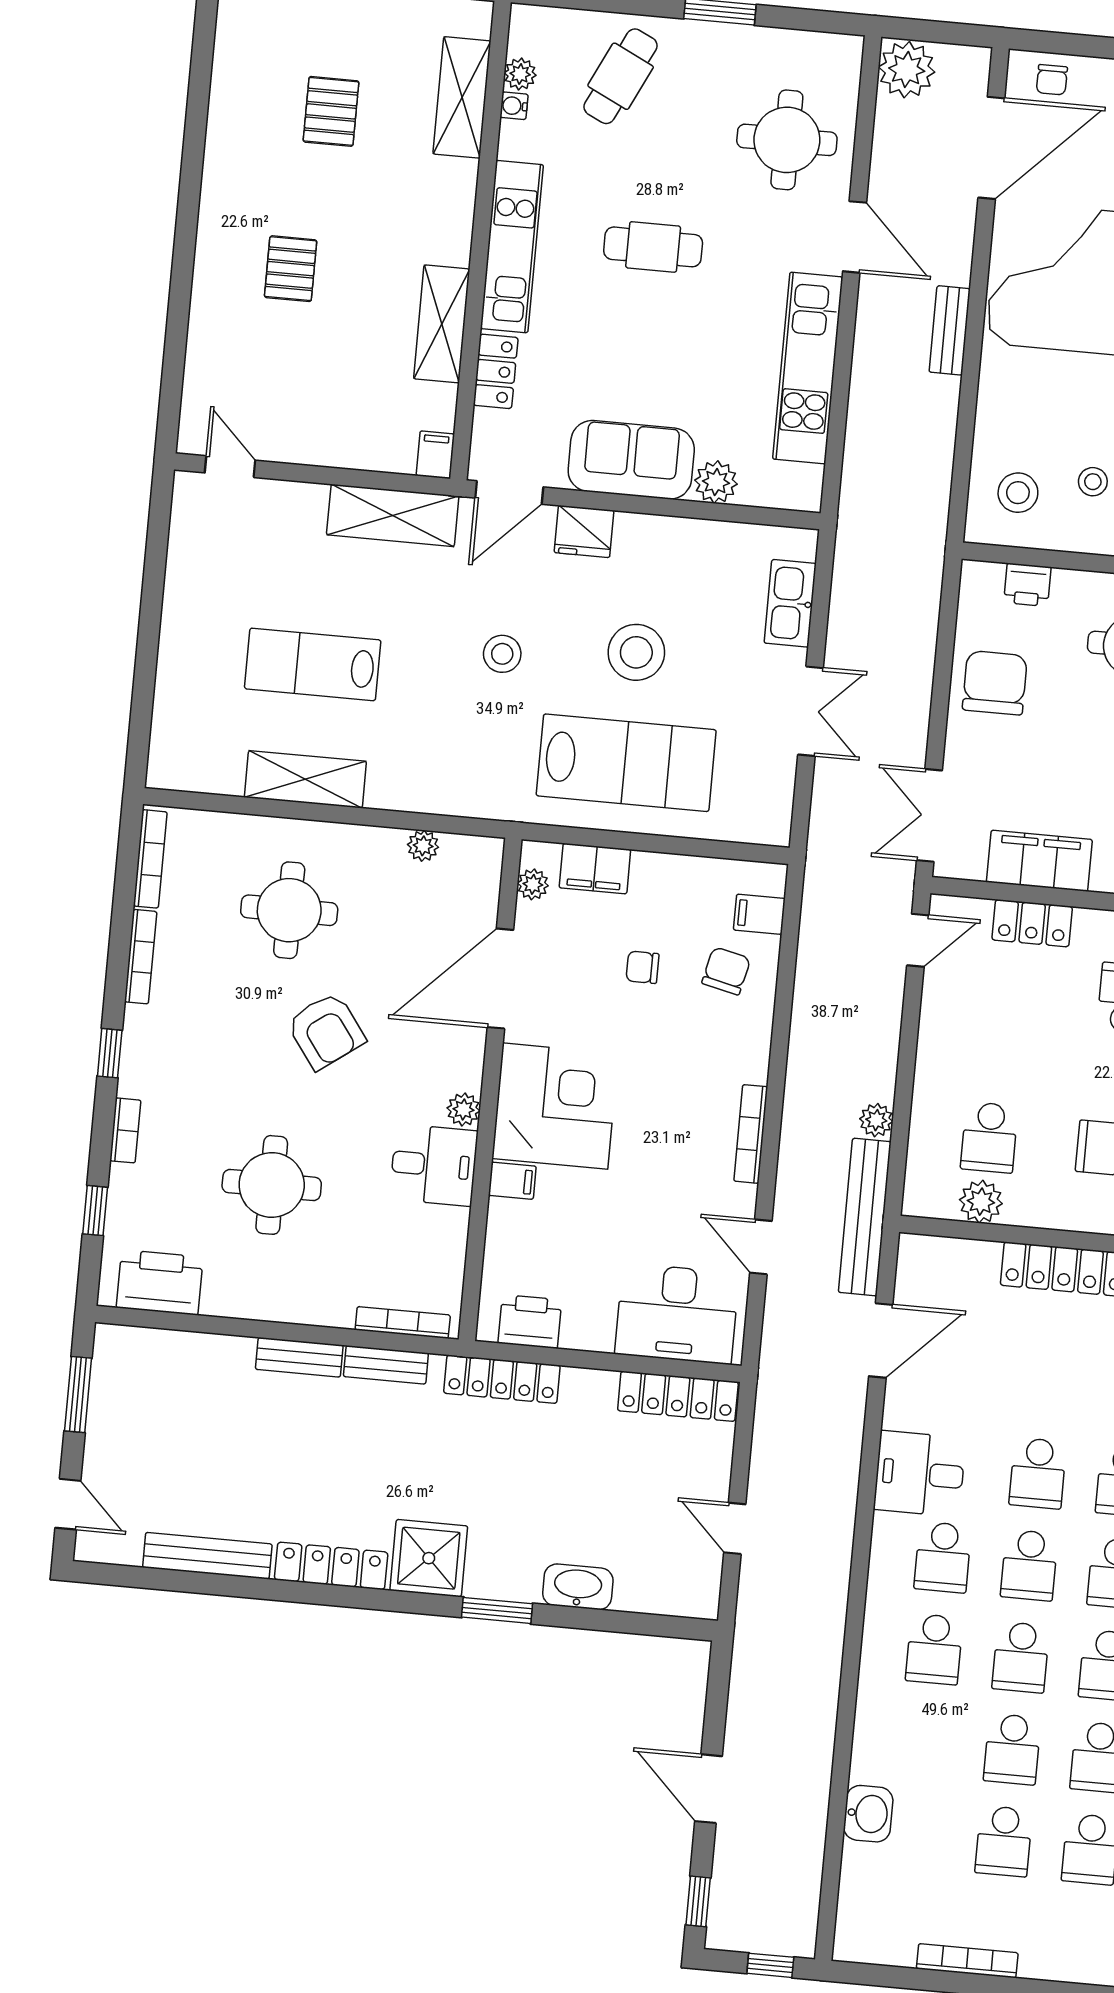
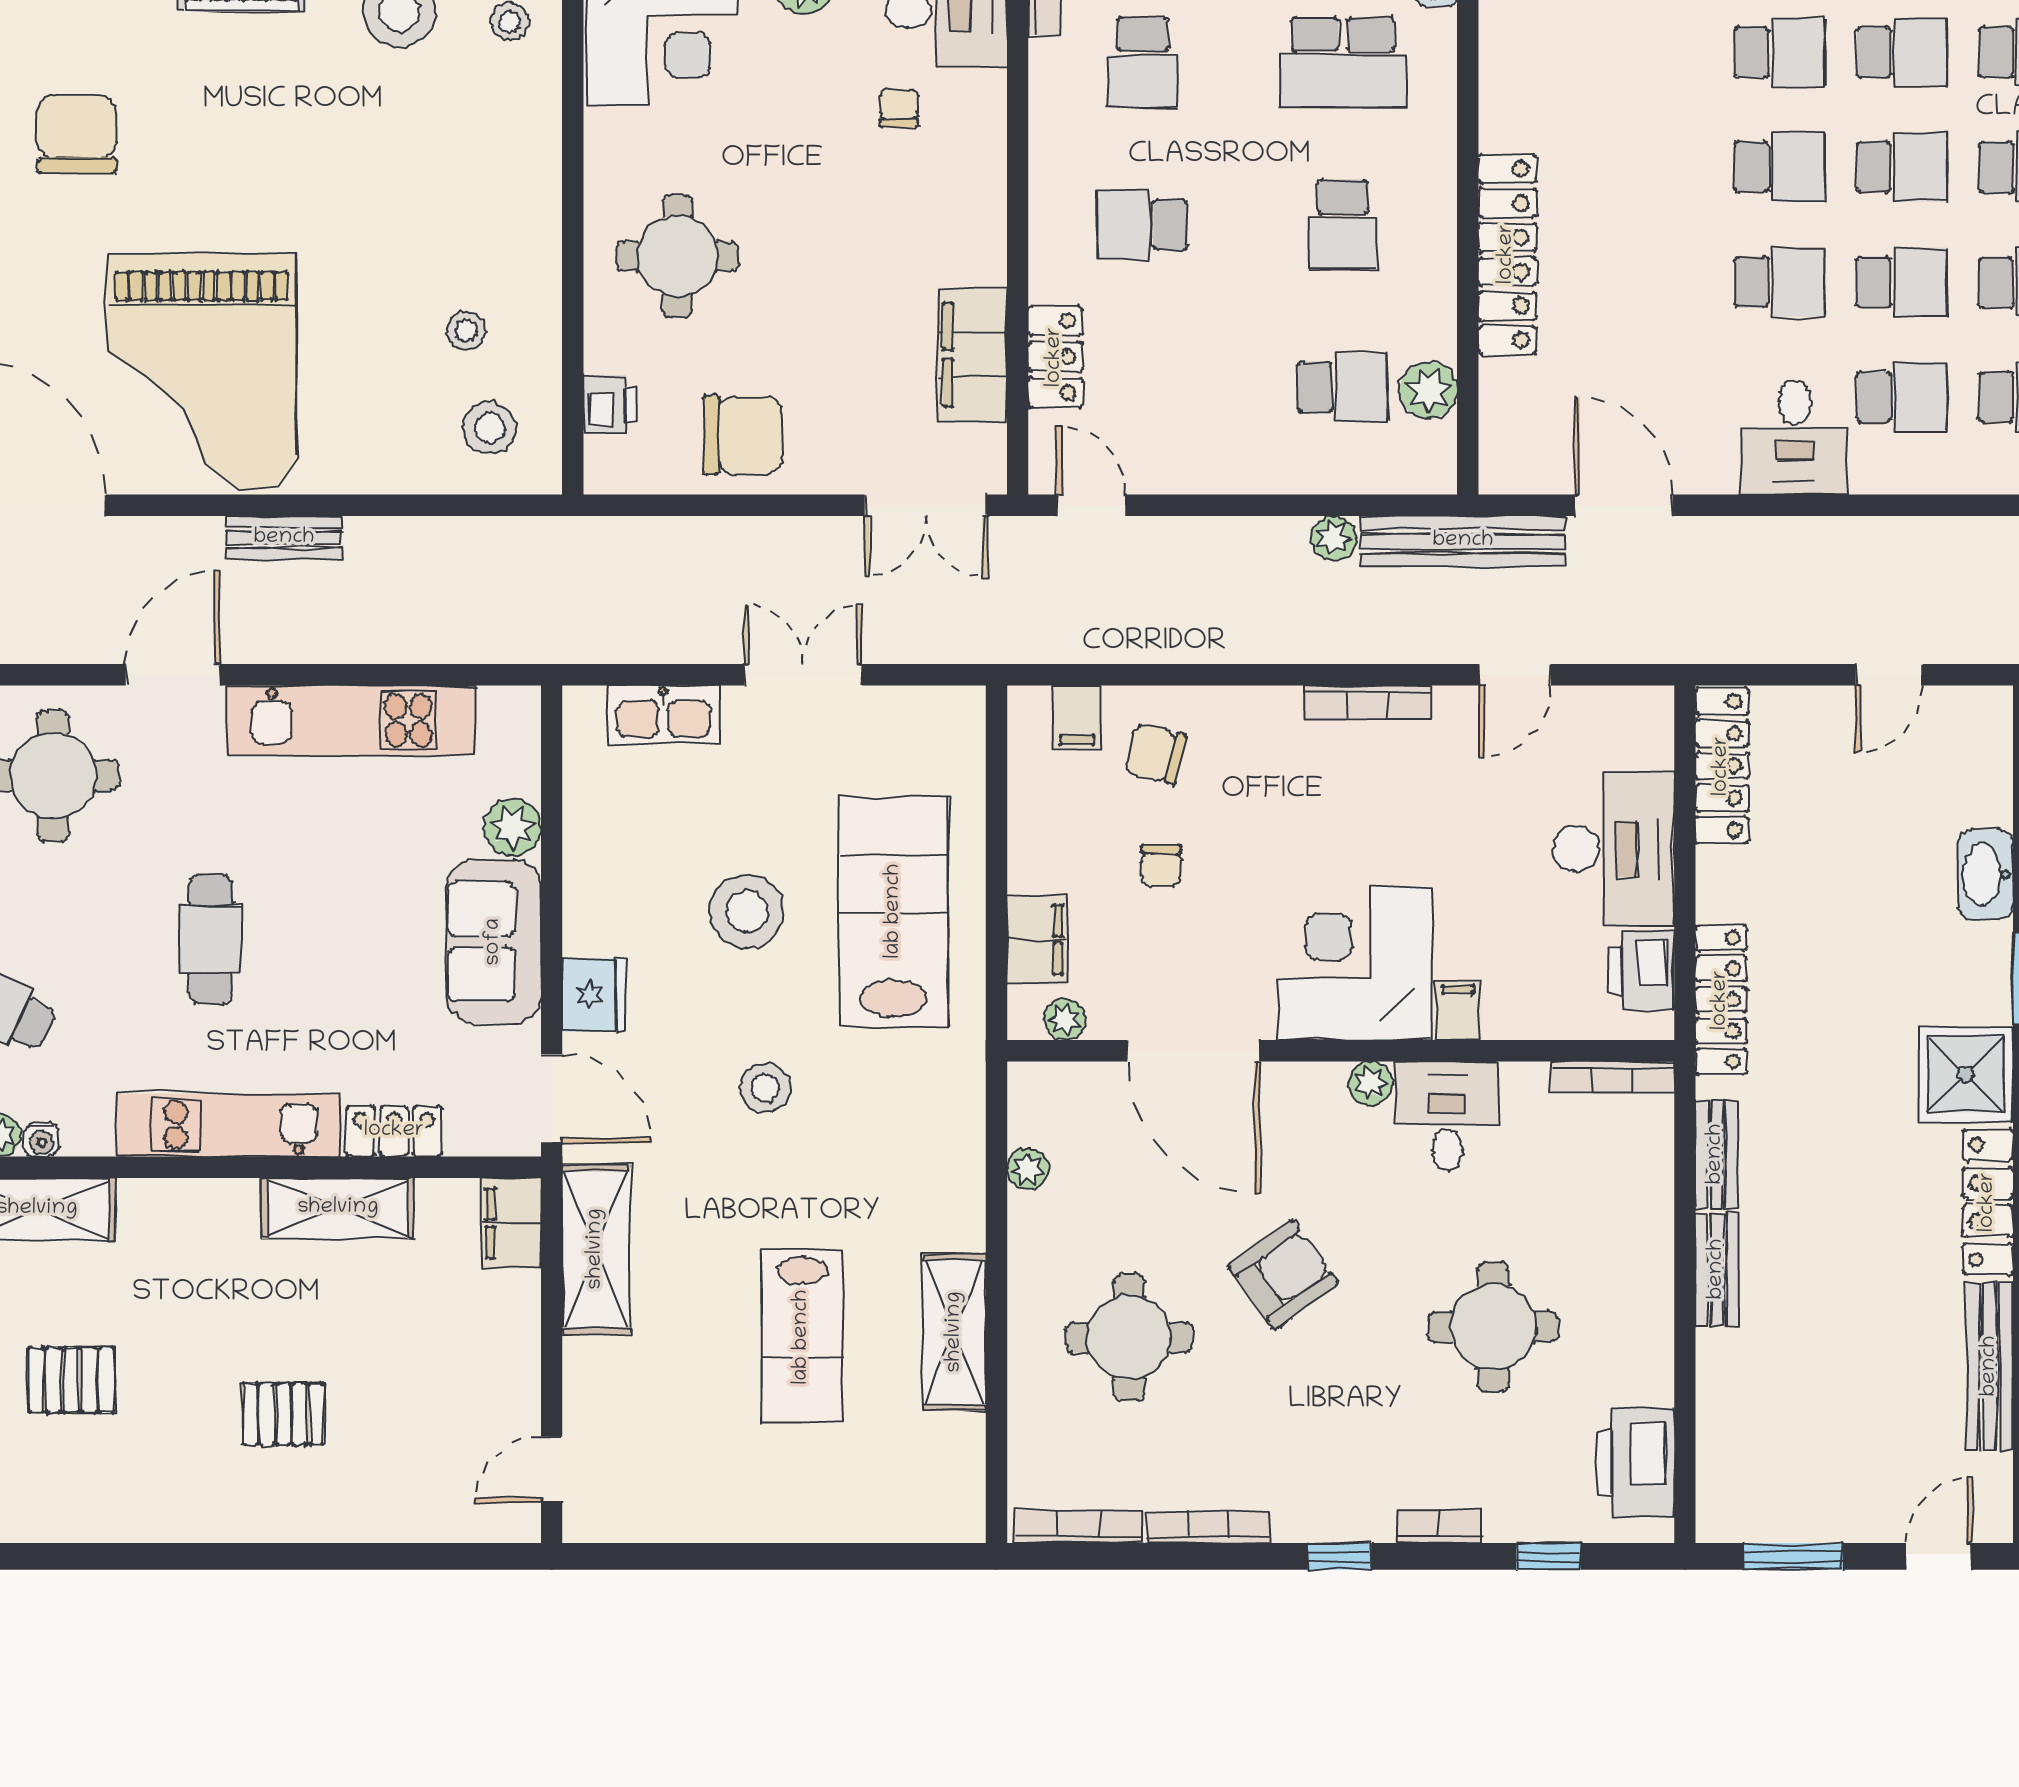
filing cabinet: (435, 455) -> (511, 1223), width x2.00
chair: (995, 683) -> (743, 435), turned 180
desk: (677, 1314) -> (1613, 849), moved
bookcase: (403, 1322) -> (1613, 1077), moved, turned -90

